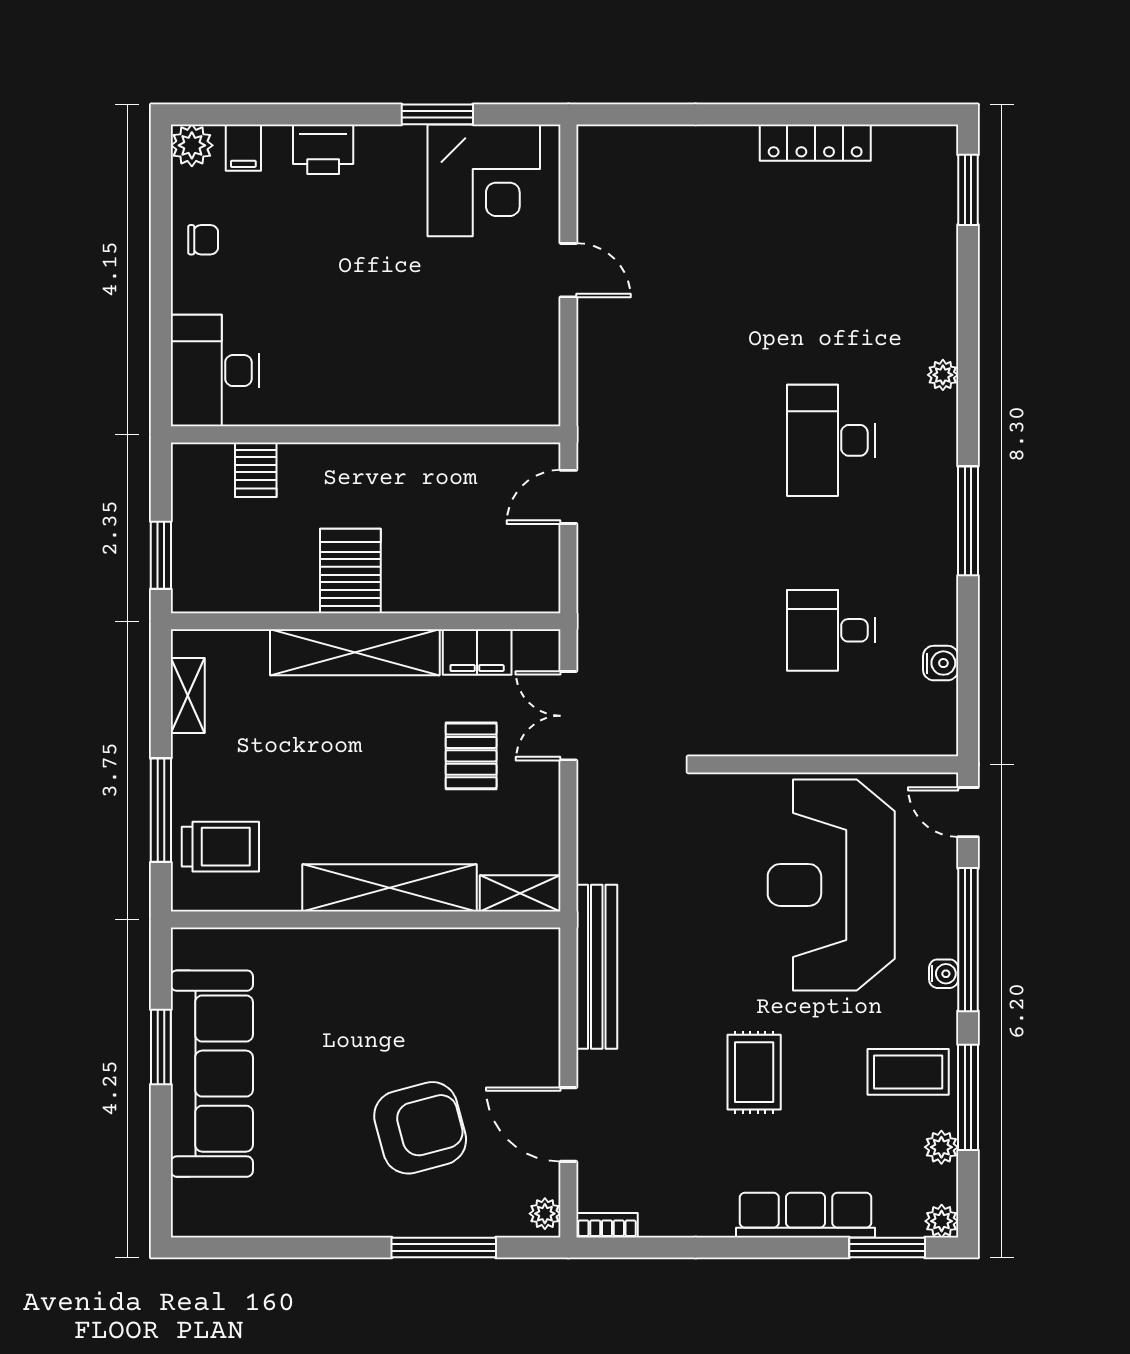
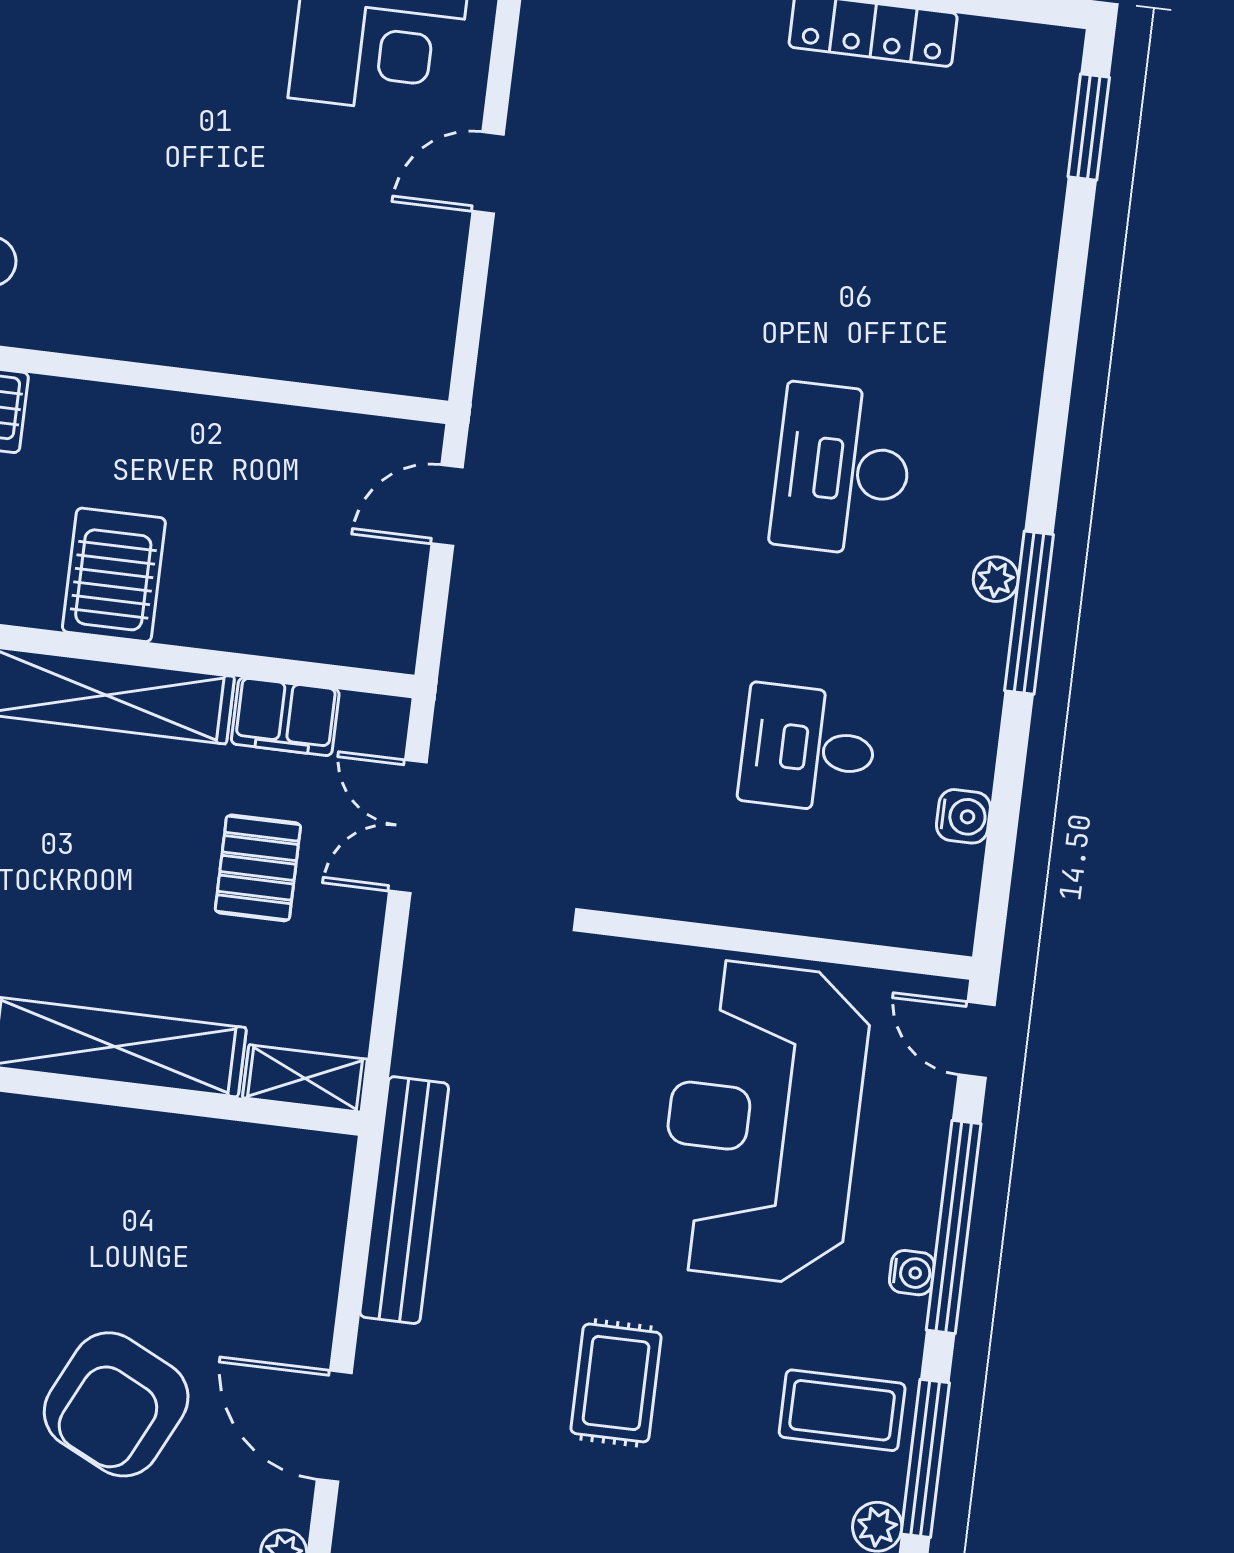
door: (568, 270) -> (488, 173), swing flipped
plant: (943, 375) -> (996, 579), moved
armchair: (420, 1128) -> (116, 1404), turned 131

